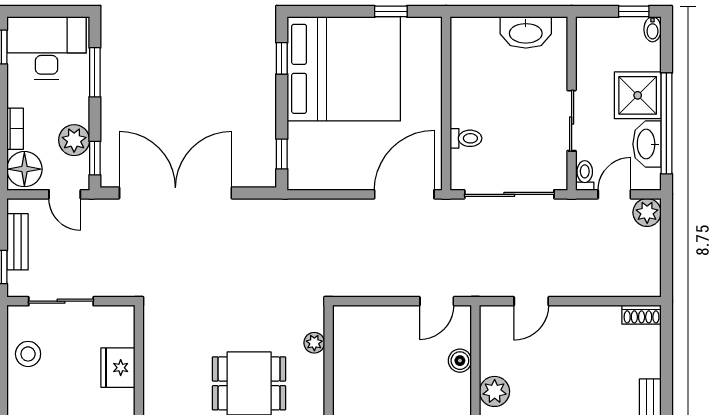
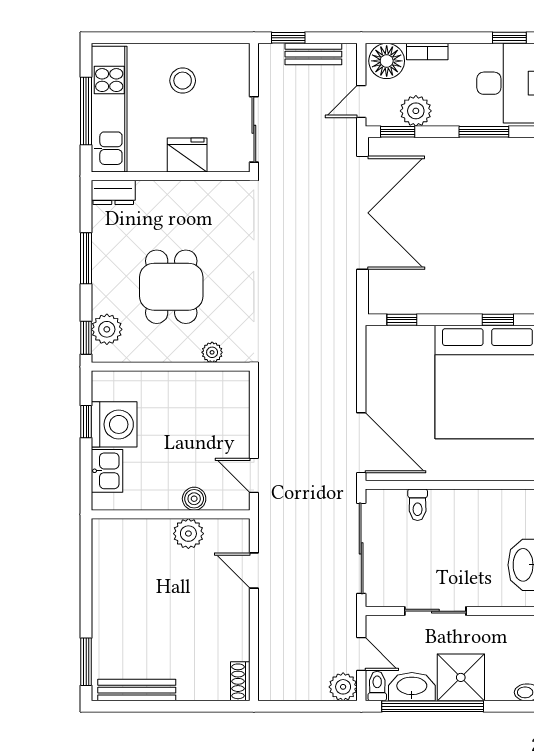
toilet: (585, 175) -> (377, 686), moved, turned -90
sliding door: (61, 301) -> (254, 129), moved
stool: (28, 354) -> (183, 81), moved
plant: (495, 391) -> (188, 534), moved

